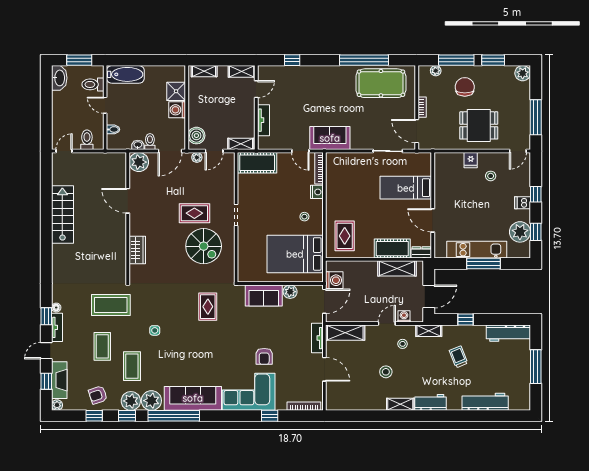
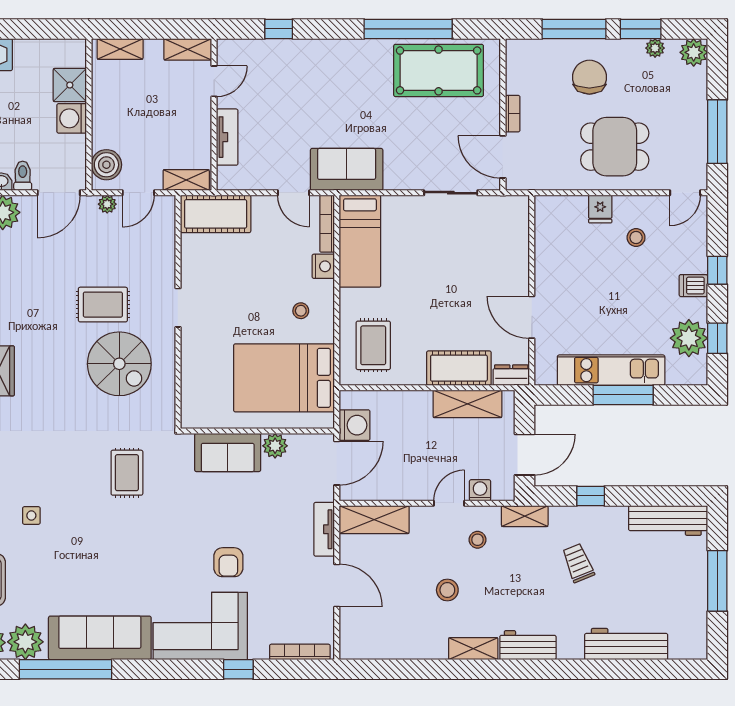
plant: (436, 71) -> (655, 48), moved
bed: (406, 188) -> (360, 241), moved, turned -90

